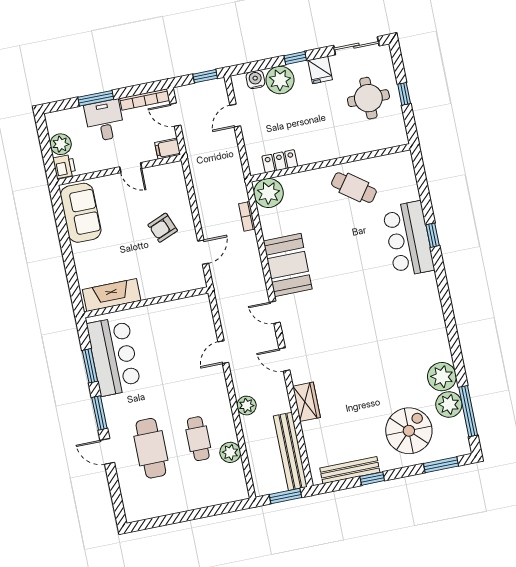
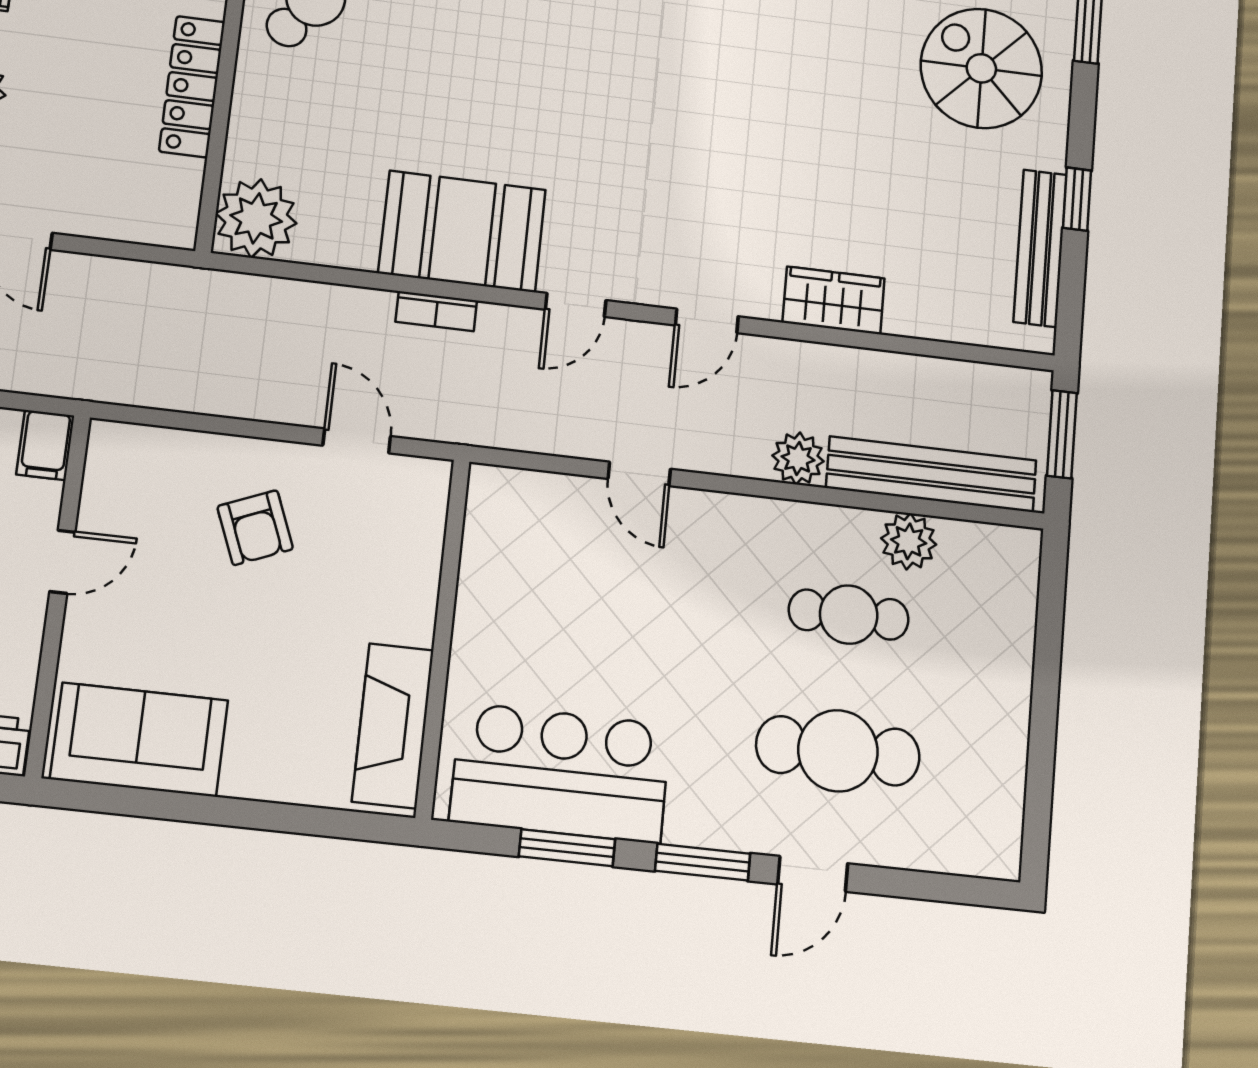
locker: (280, 161) -> (192, 87), moved, width x1.53
bookcase: (247, 216) -> (436, 311), moved
bench: (290, 451) -> (931, 474), moved

